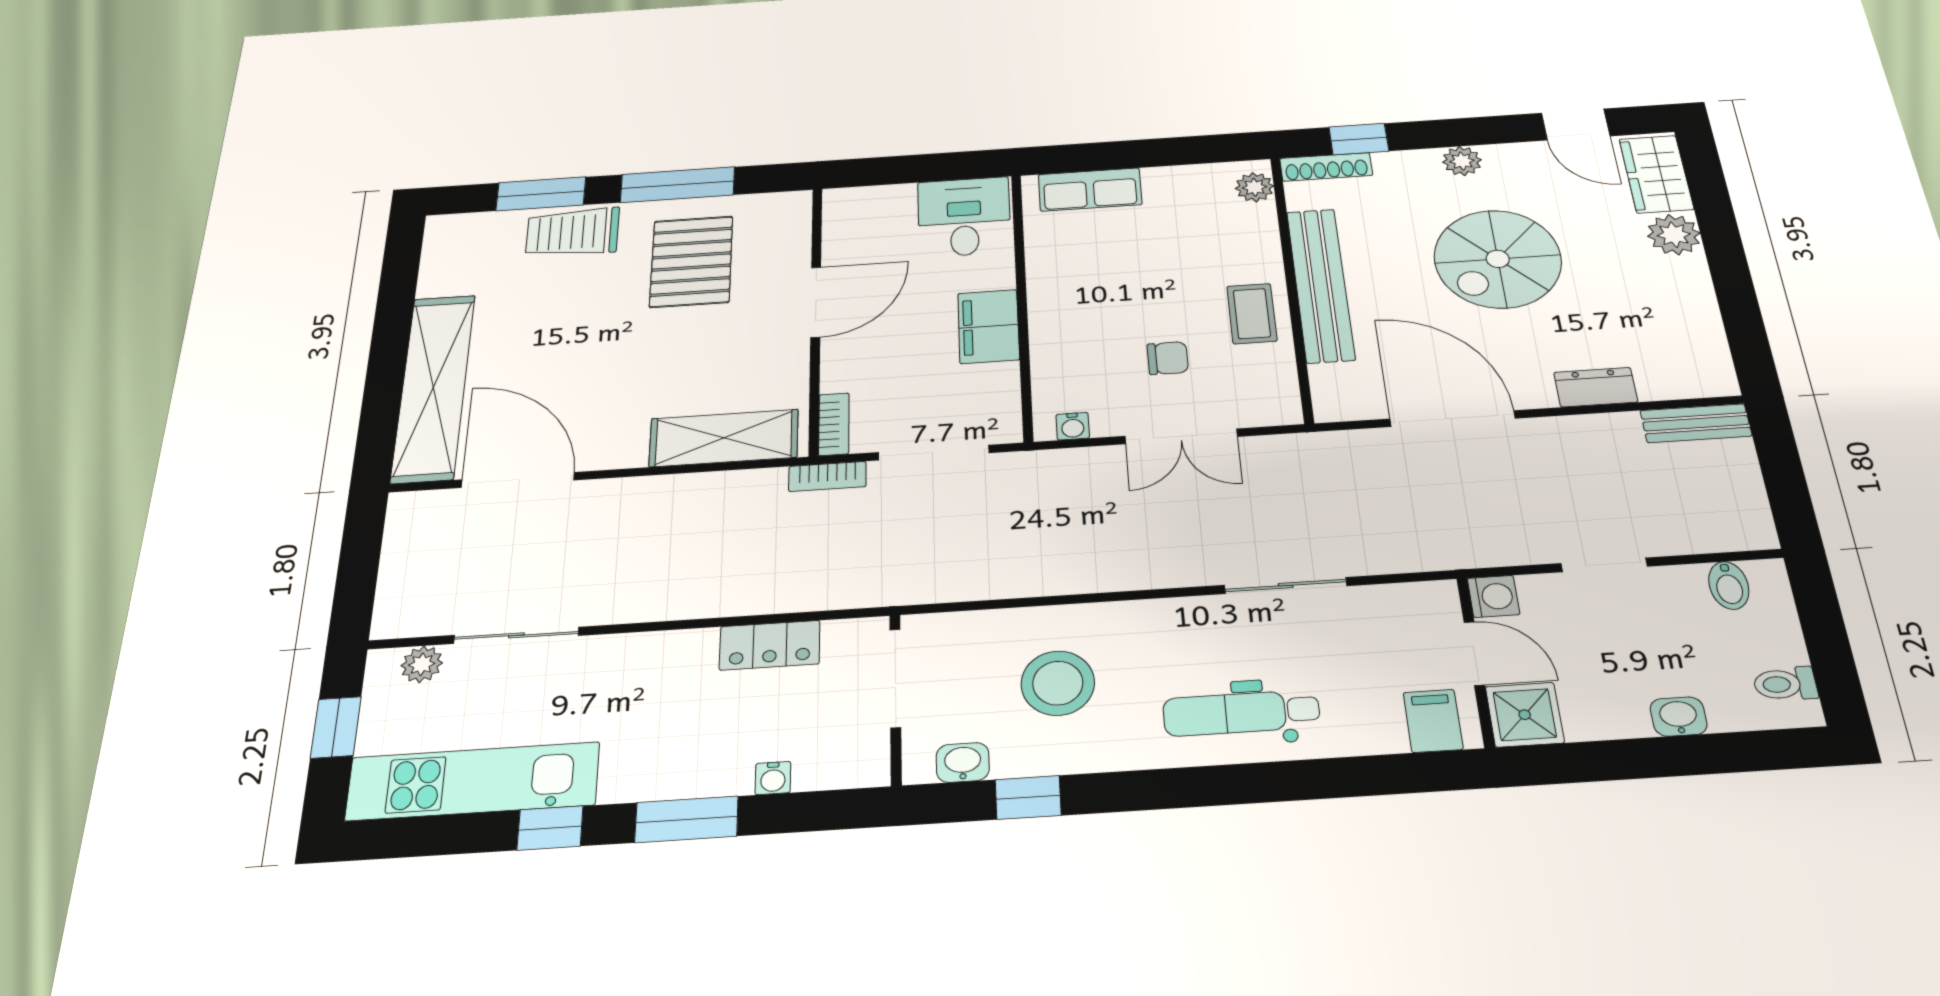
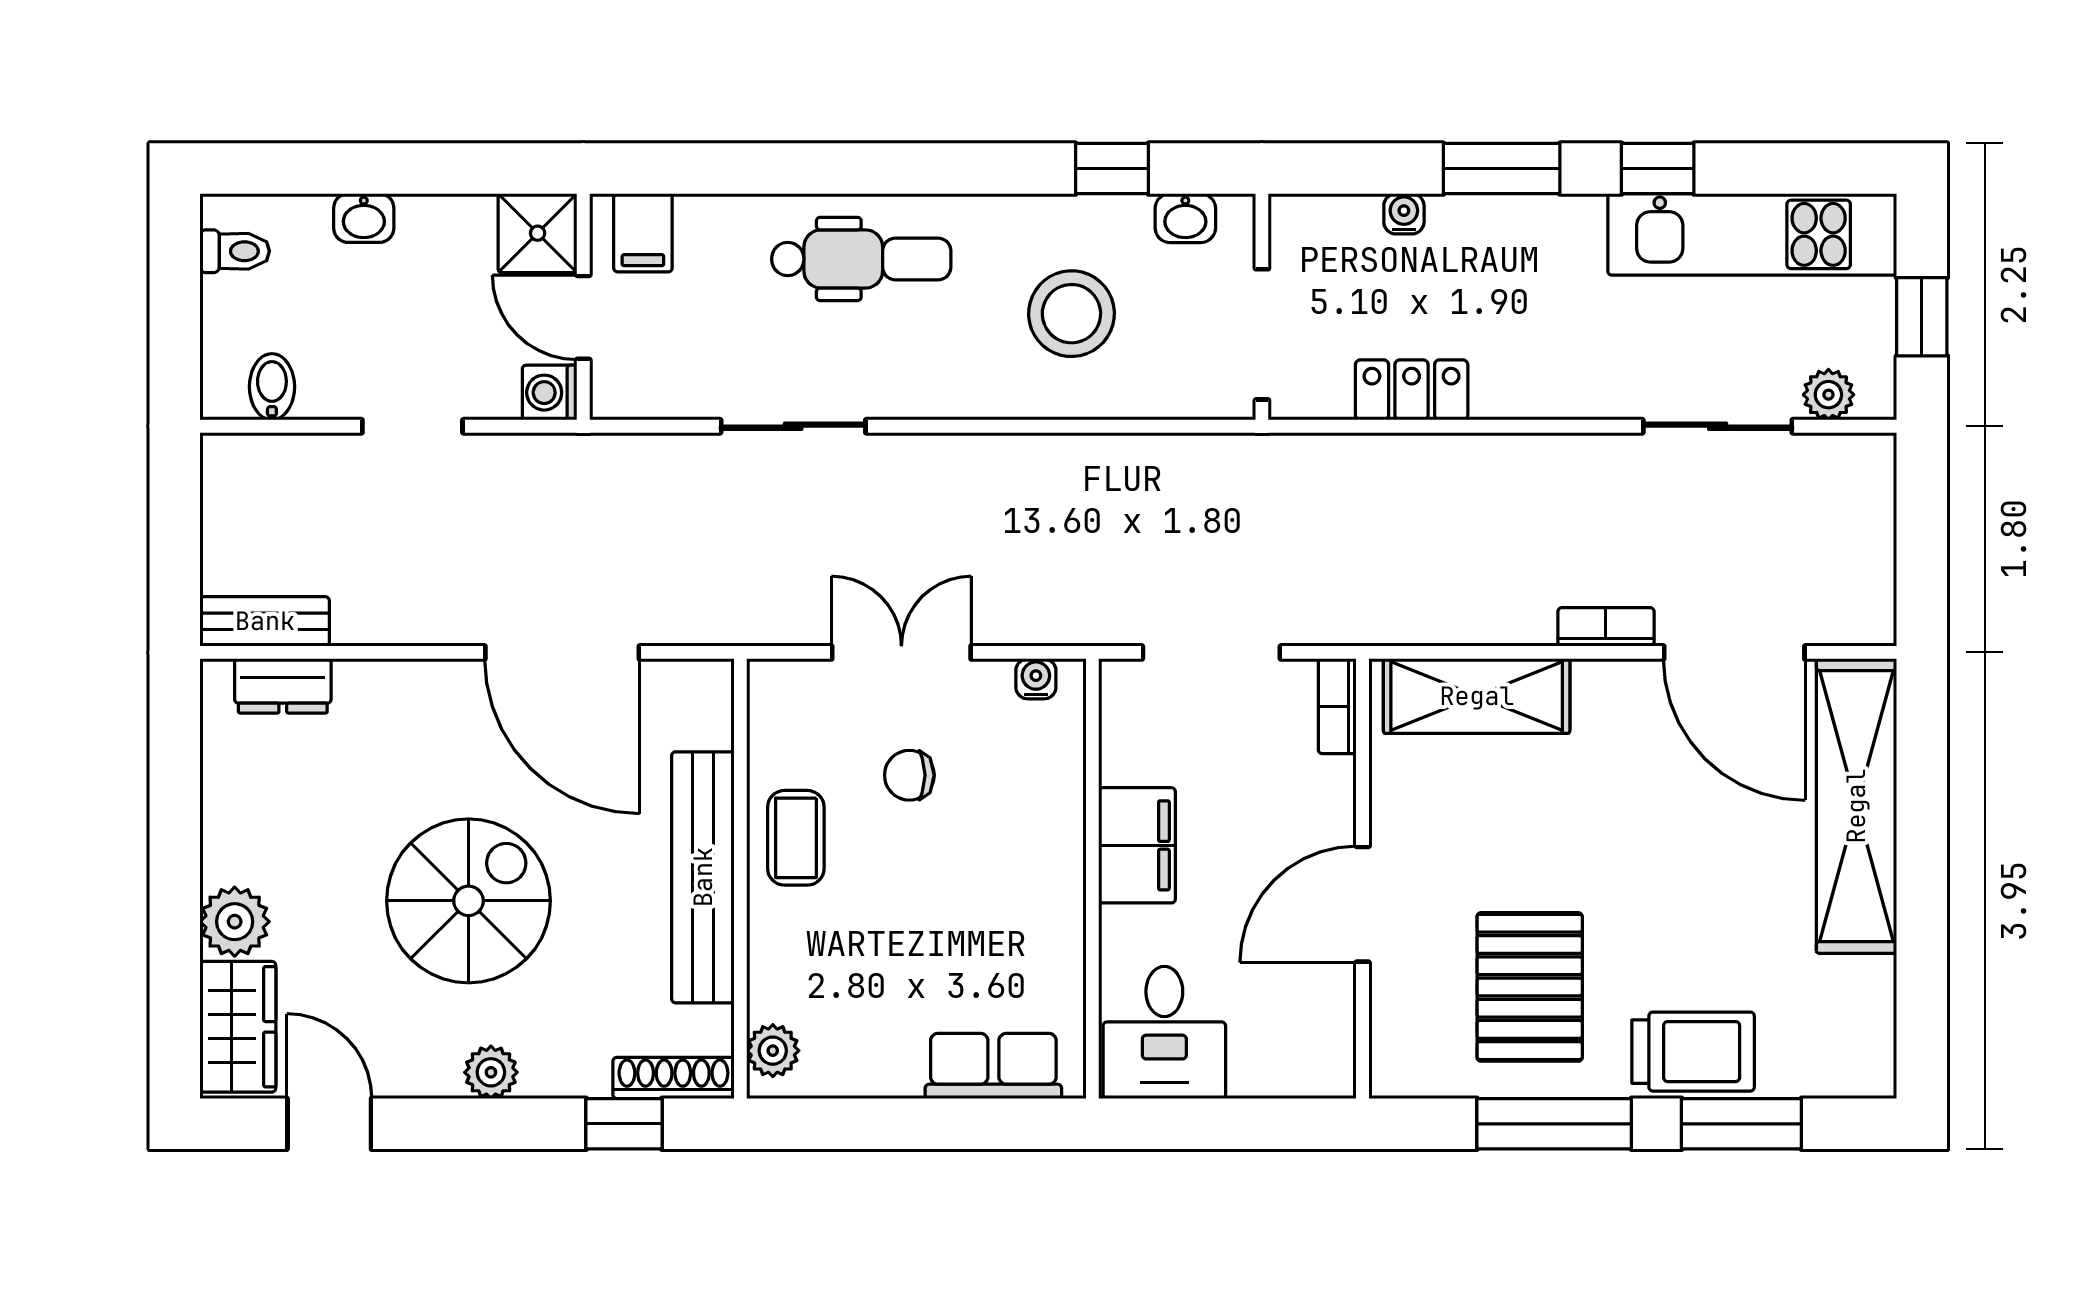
dresser: (1596, 387) -> (283, 686), moved
bookcase: (827, 476) -> (1606, 627), moved

